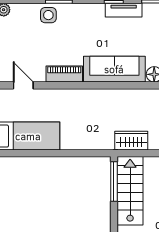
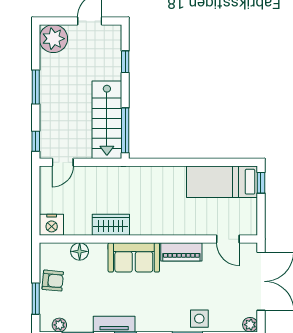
sofa: (114, 69) -> (134, 257), width x0.73
wardrobe: (131, 141) -> (111, 225), moved, turned 180

